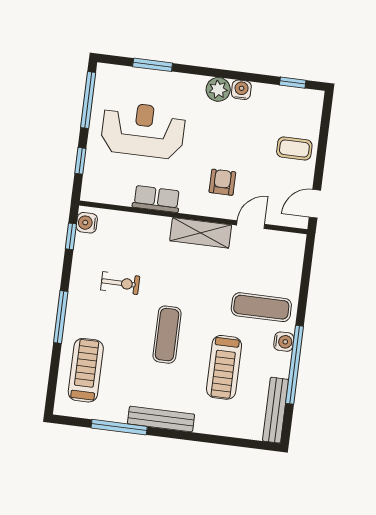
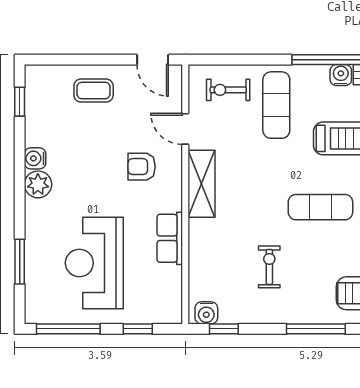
coffee table: (294, 149) -> (94, 91), turned 90
exercise bike: (280, 267) -> (228, 90), added
water cooler: (284, 342) -> (341, 75), moved

